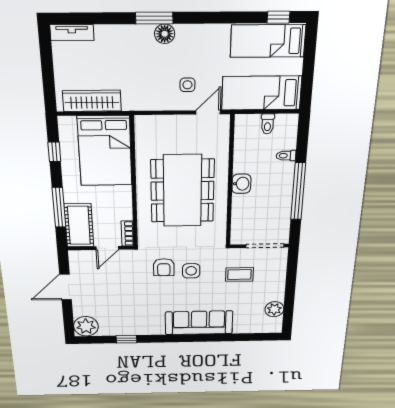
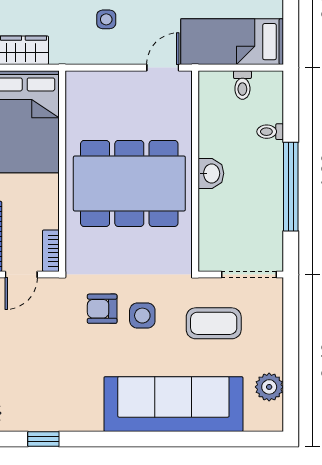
side table: (187, 85) -> (106, 19), moved
dining table: (182, 191) -> (129, 183), turned 90
armchair: (164, 267) -> (102, 309), turned 90
coffee table: (239, 275) -> (214, 323), width x1.36, depth x1.30
sofa: (199, 323) -> (173, 404), width x1.36, depth x1.27

